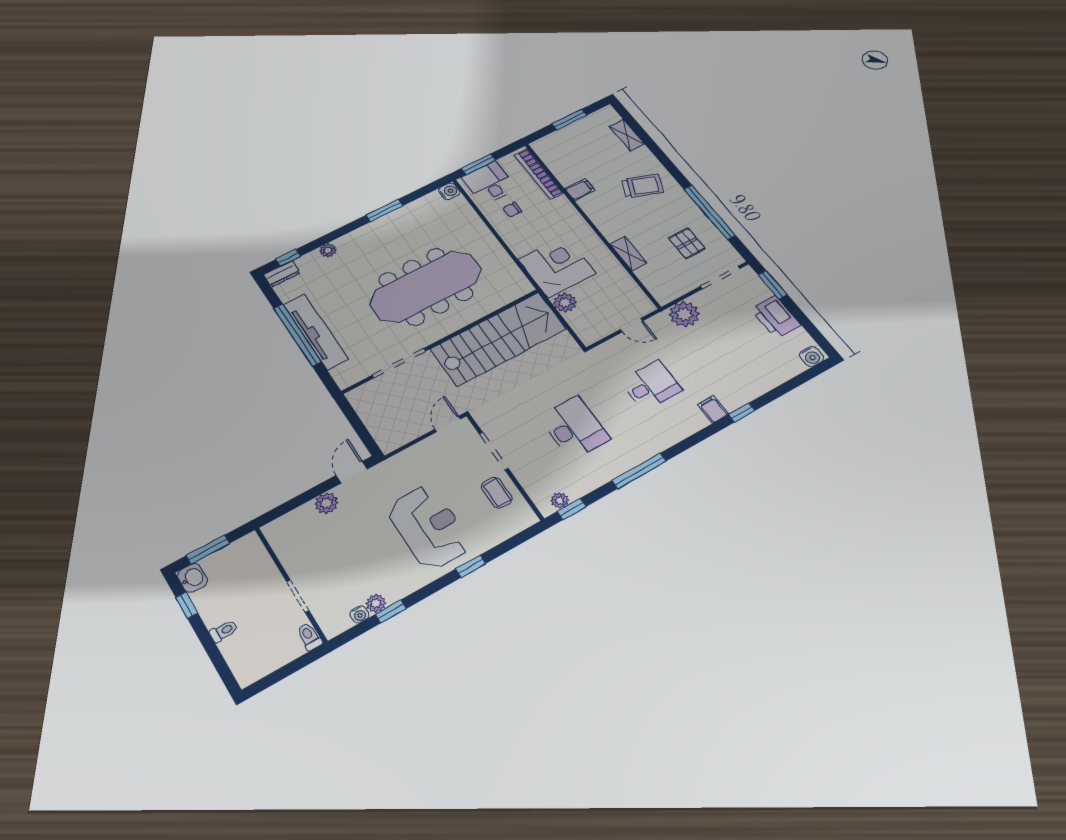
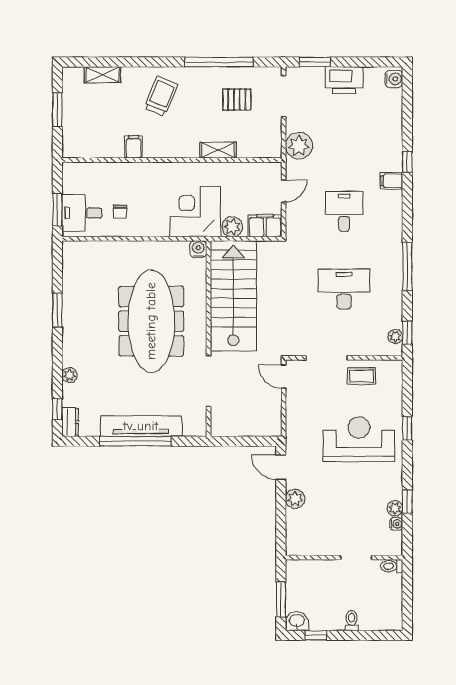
bookcase: (539, 174) -> (97, 169), removed
water cooler: (449, 191) -> (198, 249), moved
filing cabinet: (586, 328) -> (265, 226), added

